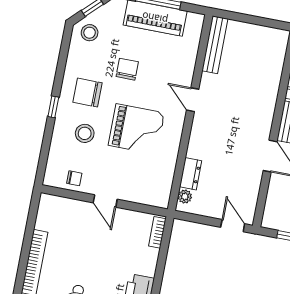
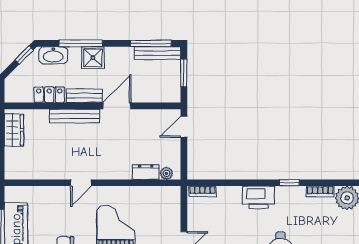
wardrobe: (265, 37) -> (14, 130), added
bench: (215, 45) -> (74, 116), moved

